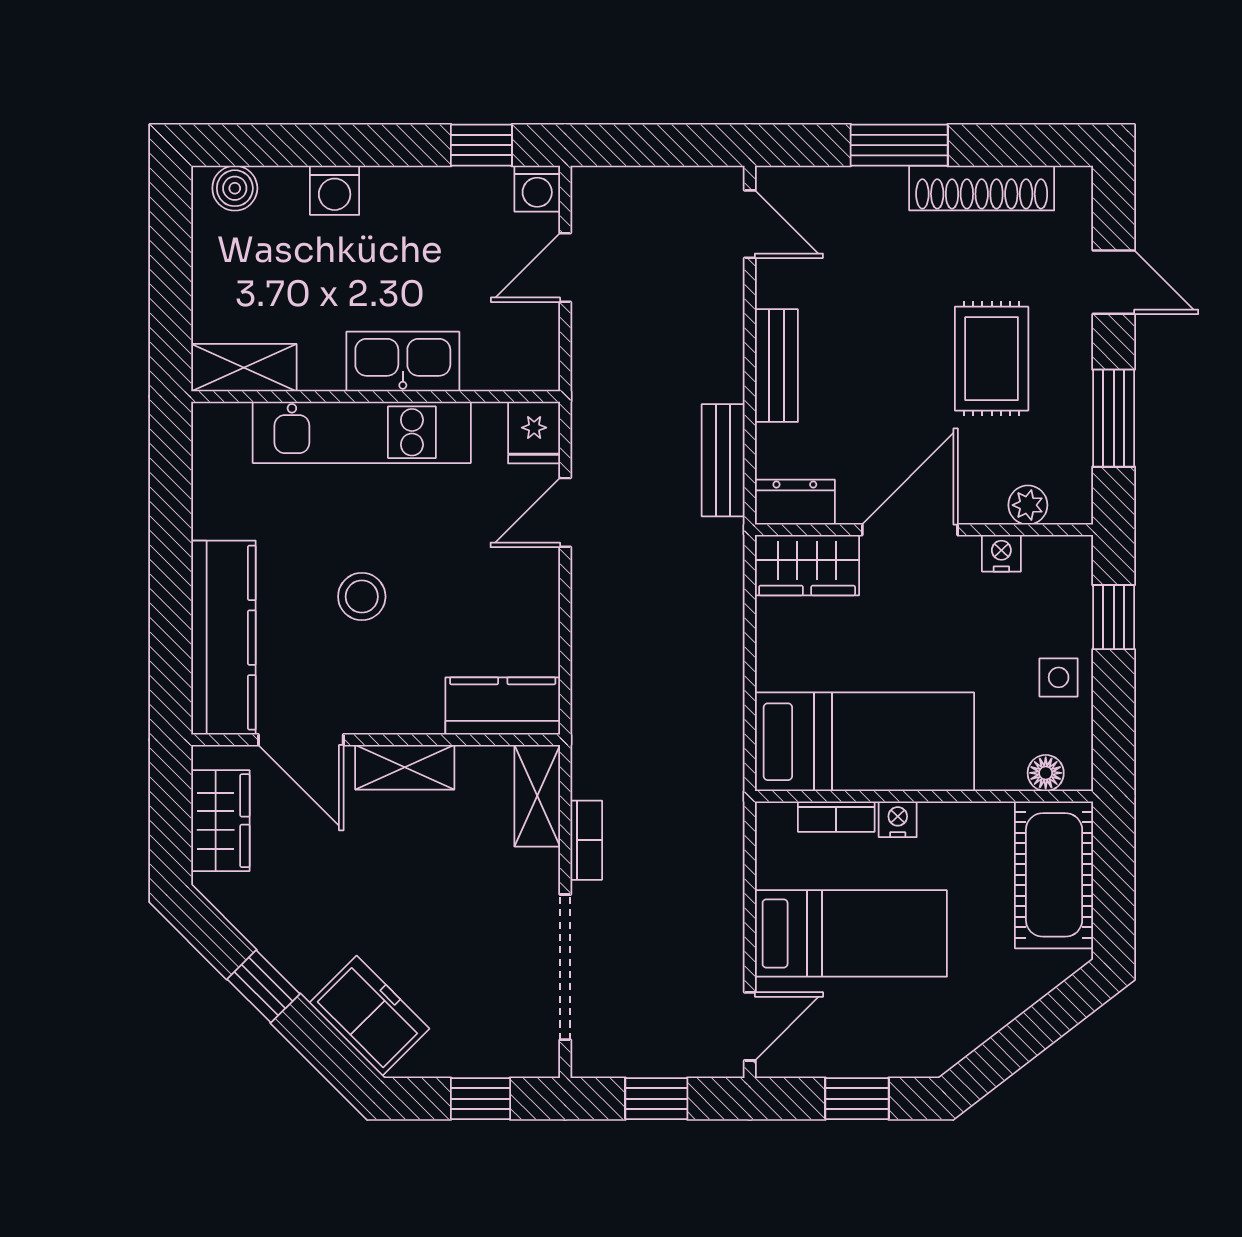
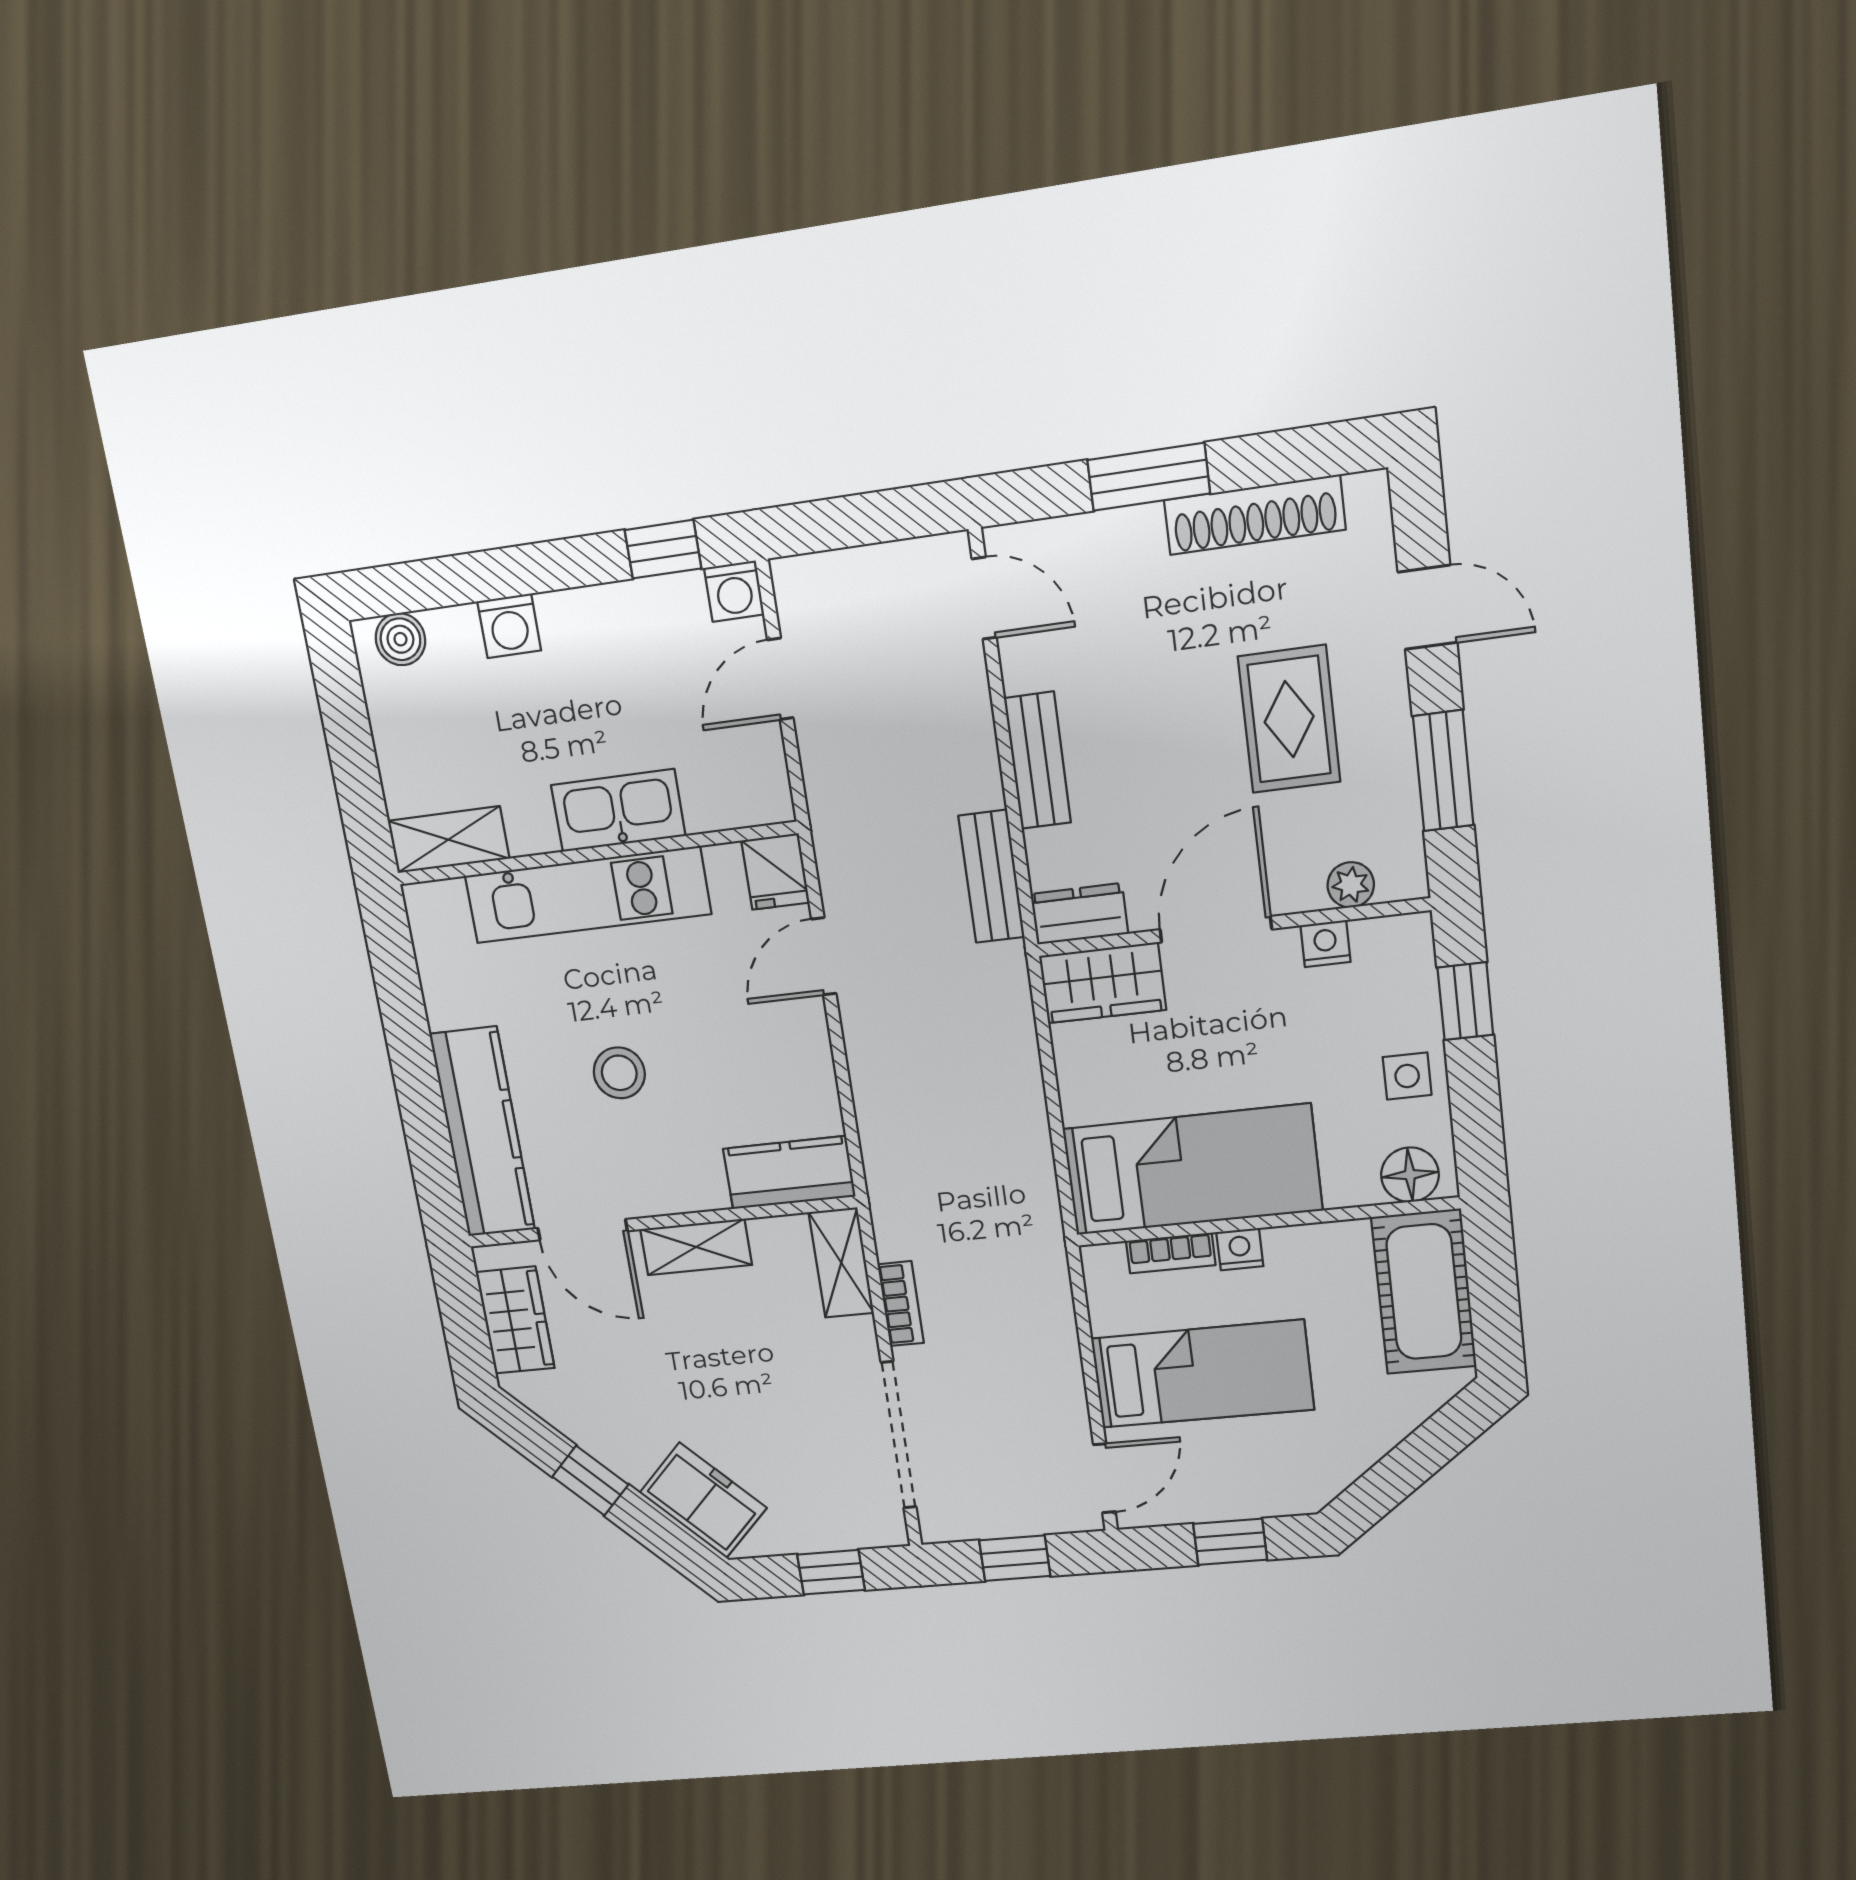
floor lamp: (1046, 773) -> (1410, 1175), width x1.37, depth x1.37

